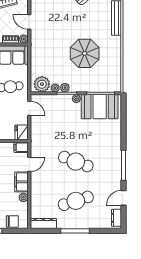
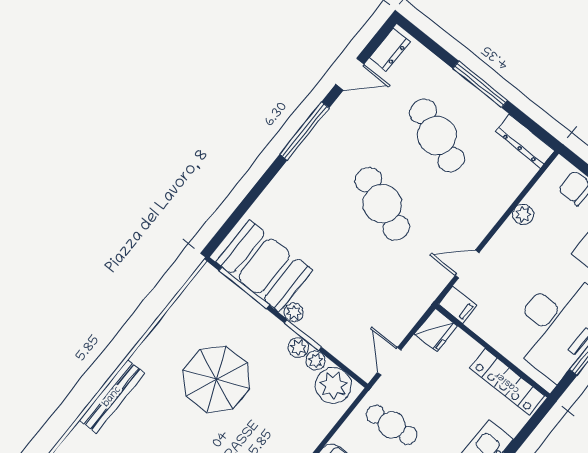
filing cabinet: (21, 182) -> (505, 244), removed
cafe table: (76, 201) -> (437, 136), turned 39

